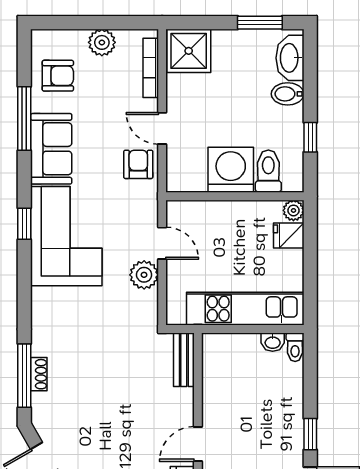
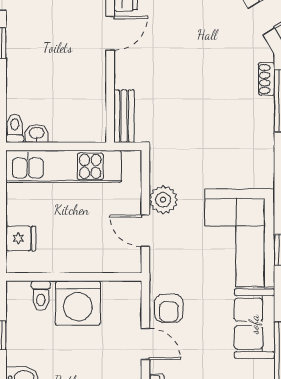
toilet: (268, 171) -> (41, 296), width x0.73, depth x0.72
plant: (293, 210) -> (16, 263), removed
shoe rack: (39, 374) -> (267, 79), moved

